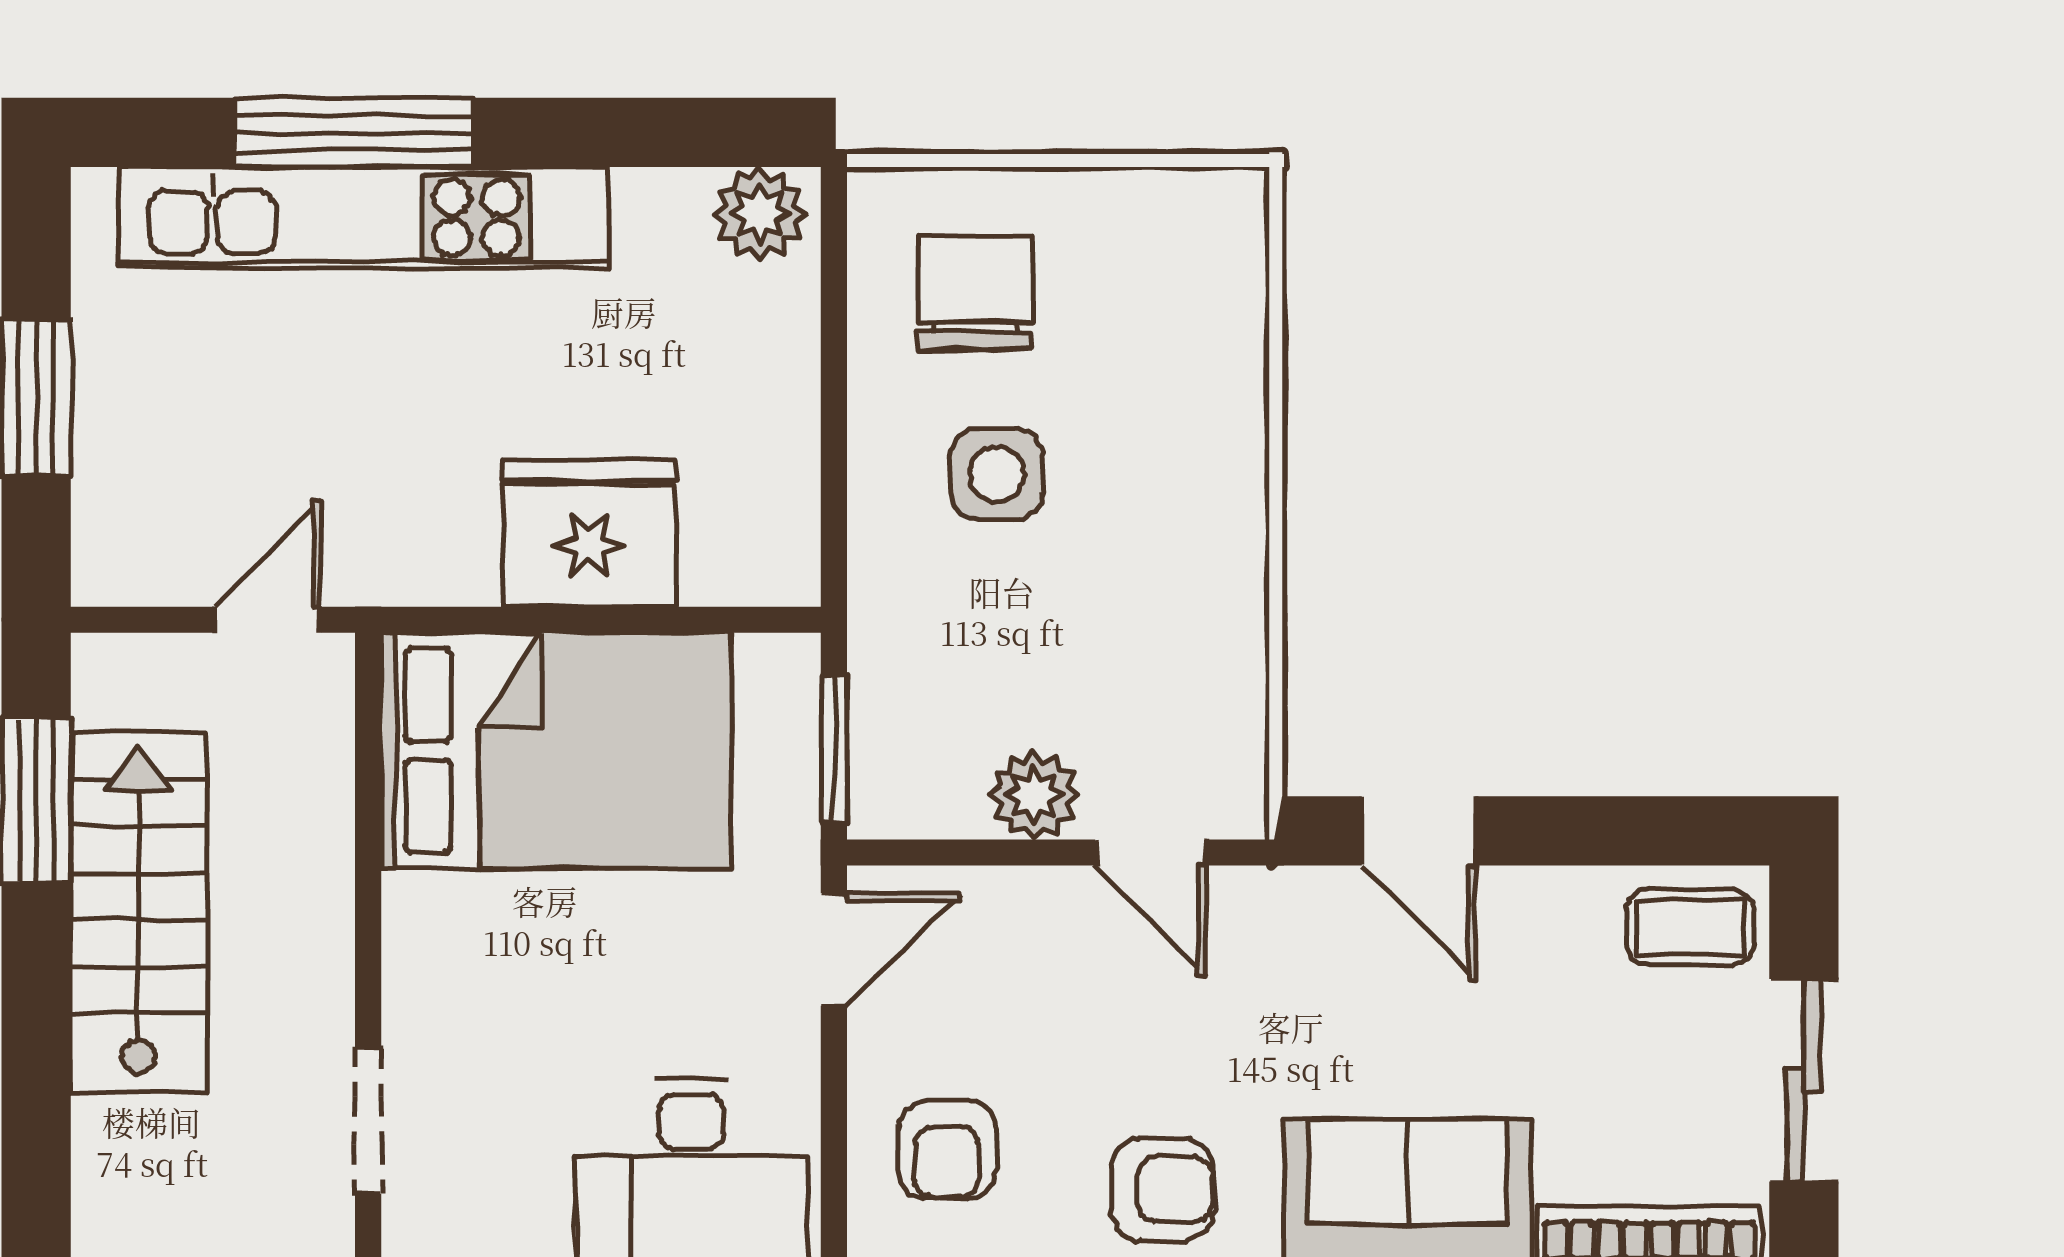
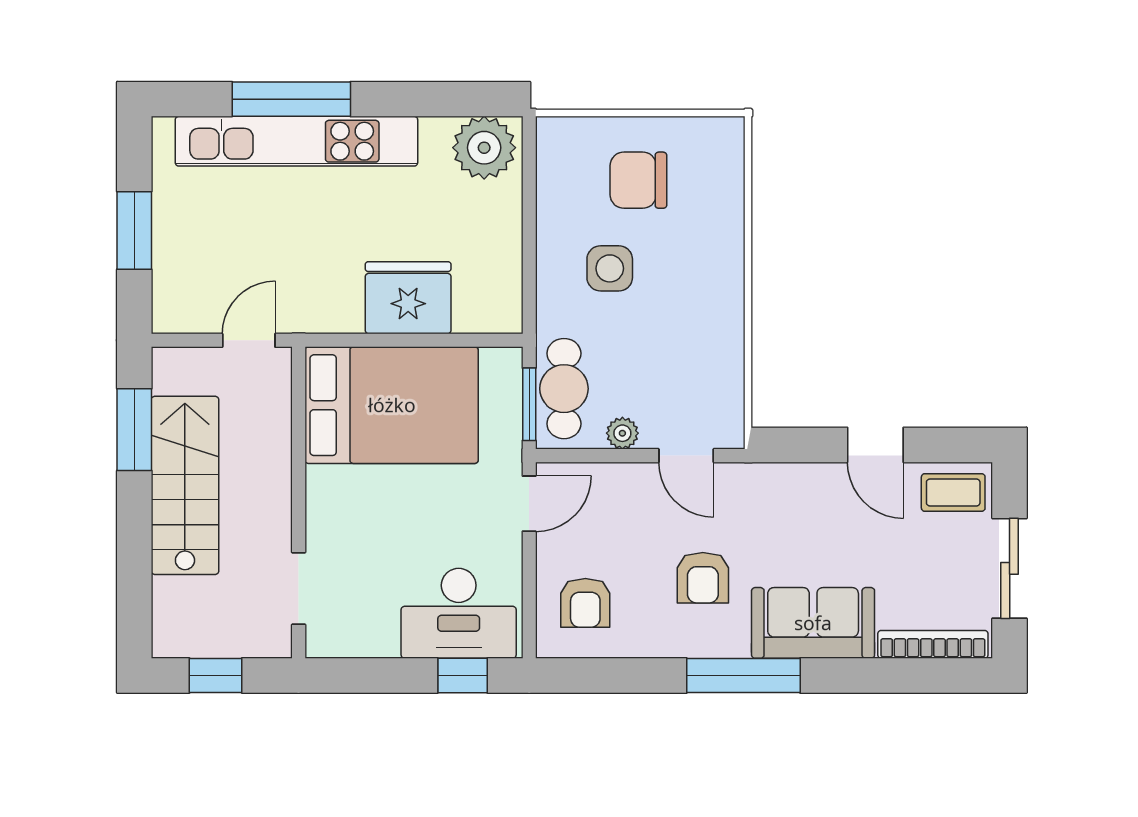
plant: (760, 214) -> (484, 148), width x1.36, depth x1.36
chair: (976, 293) -> (638, 180), moved, turned -90
cafe table: (904, 717) -> (564, 389), added
plant: (1034, 795) -> (622, 433), width x0.73, depth x0.73
door: (1418, 831) -> (875, 445), moved
armchair: (1162, 1189) -> (703, 578), moved, turned 90

